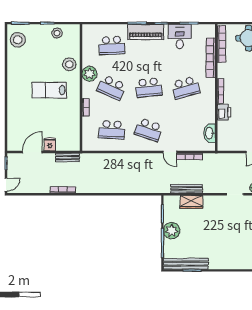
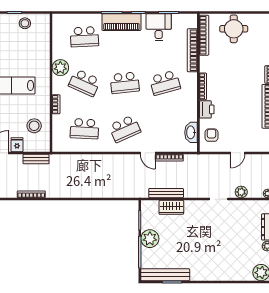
stool: (69, 64) -> (34, 126), moved
school desk: (149, 130) -> (125, 129), turned -42
armchair: (228, 136) -> (212, 135), added

